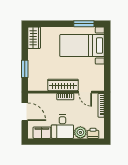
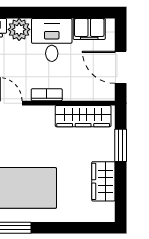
wardrobe: (34, 38) -> (103, 181), moved
wardrobe: (63, 85) -> (83, 116), moved

